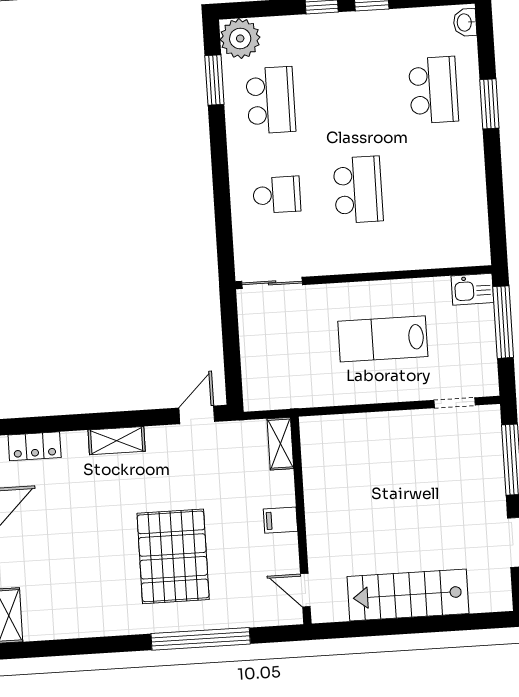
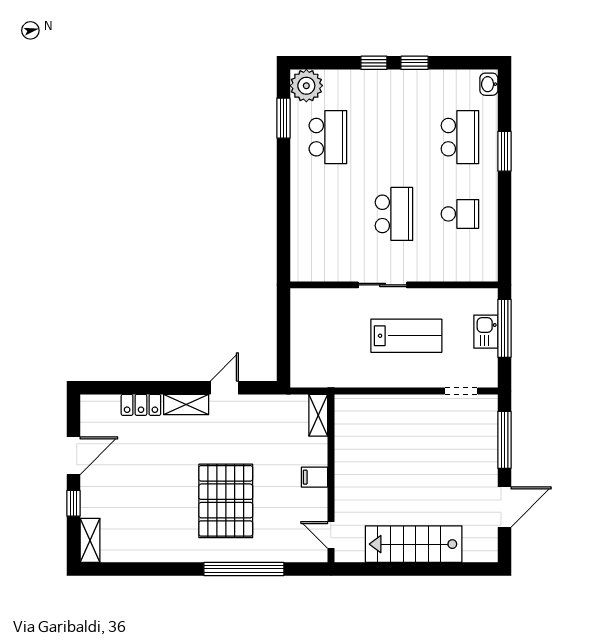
school desk: (277, 195) -> (460, 214), moved
sliding door: (272, 283) -> (382, 285), moved
kitchen sink: (472, 289) -> (486, 332), moved, turned 90
lab bench: (383, 339) -> (406, 336), turned 180
door: (197, 415) -> (224, 388), moved
locker: (35, 446) -> (141, 405), moved

